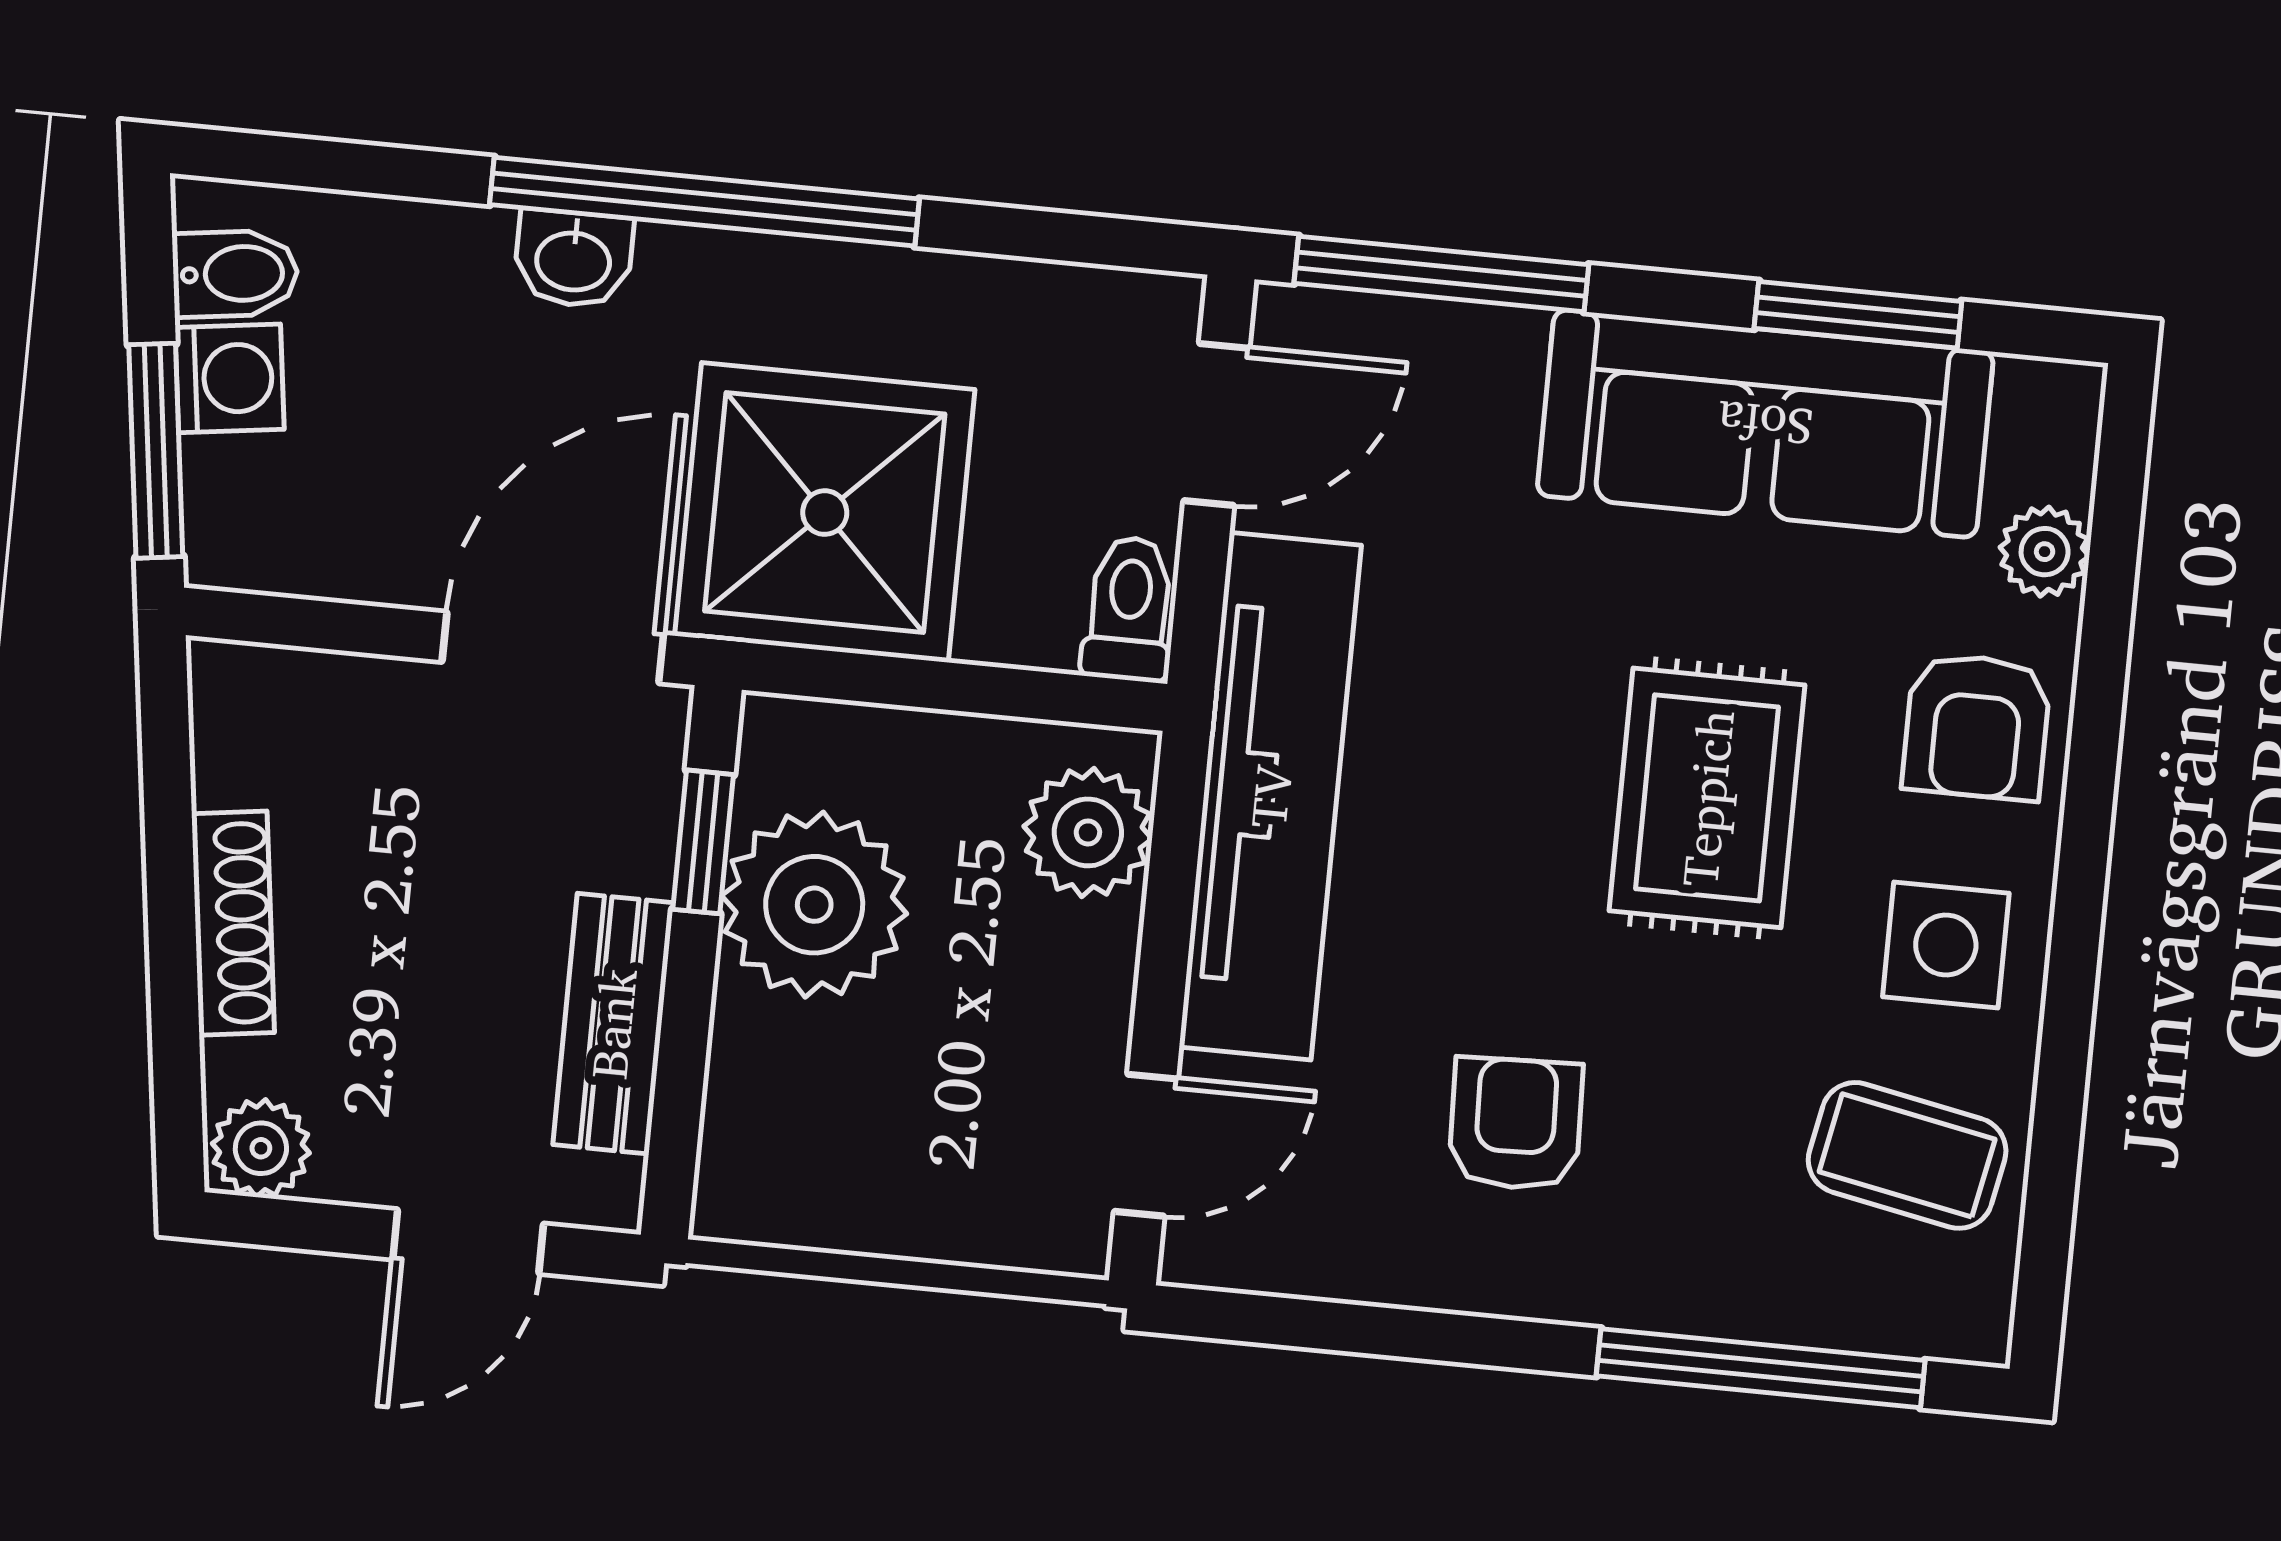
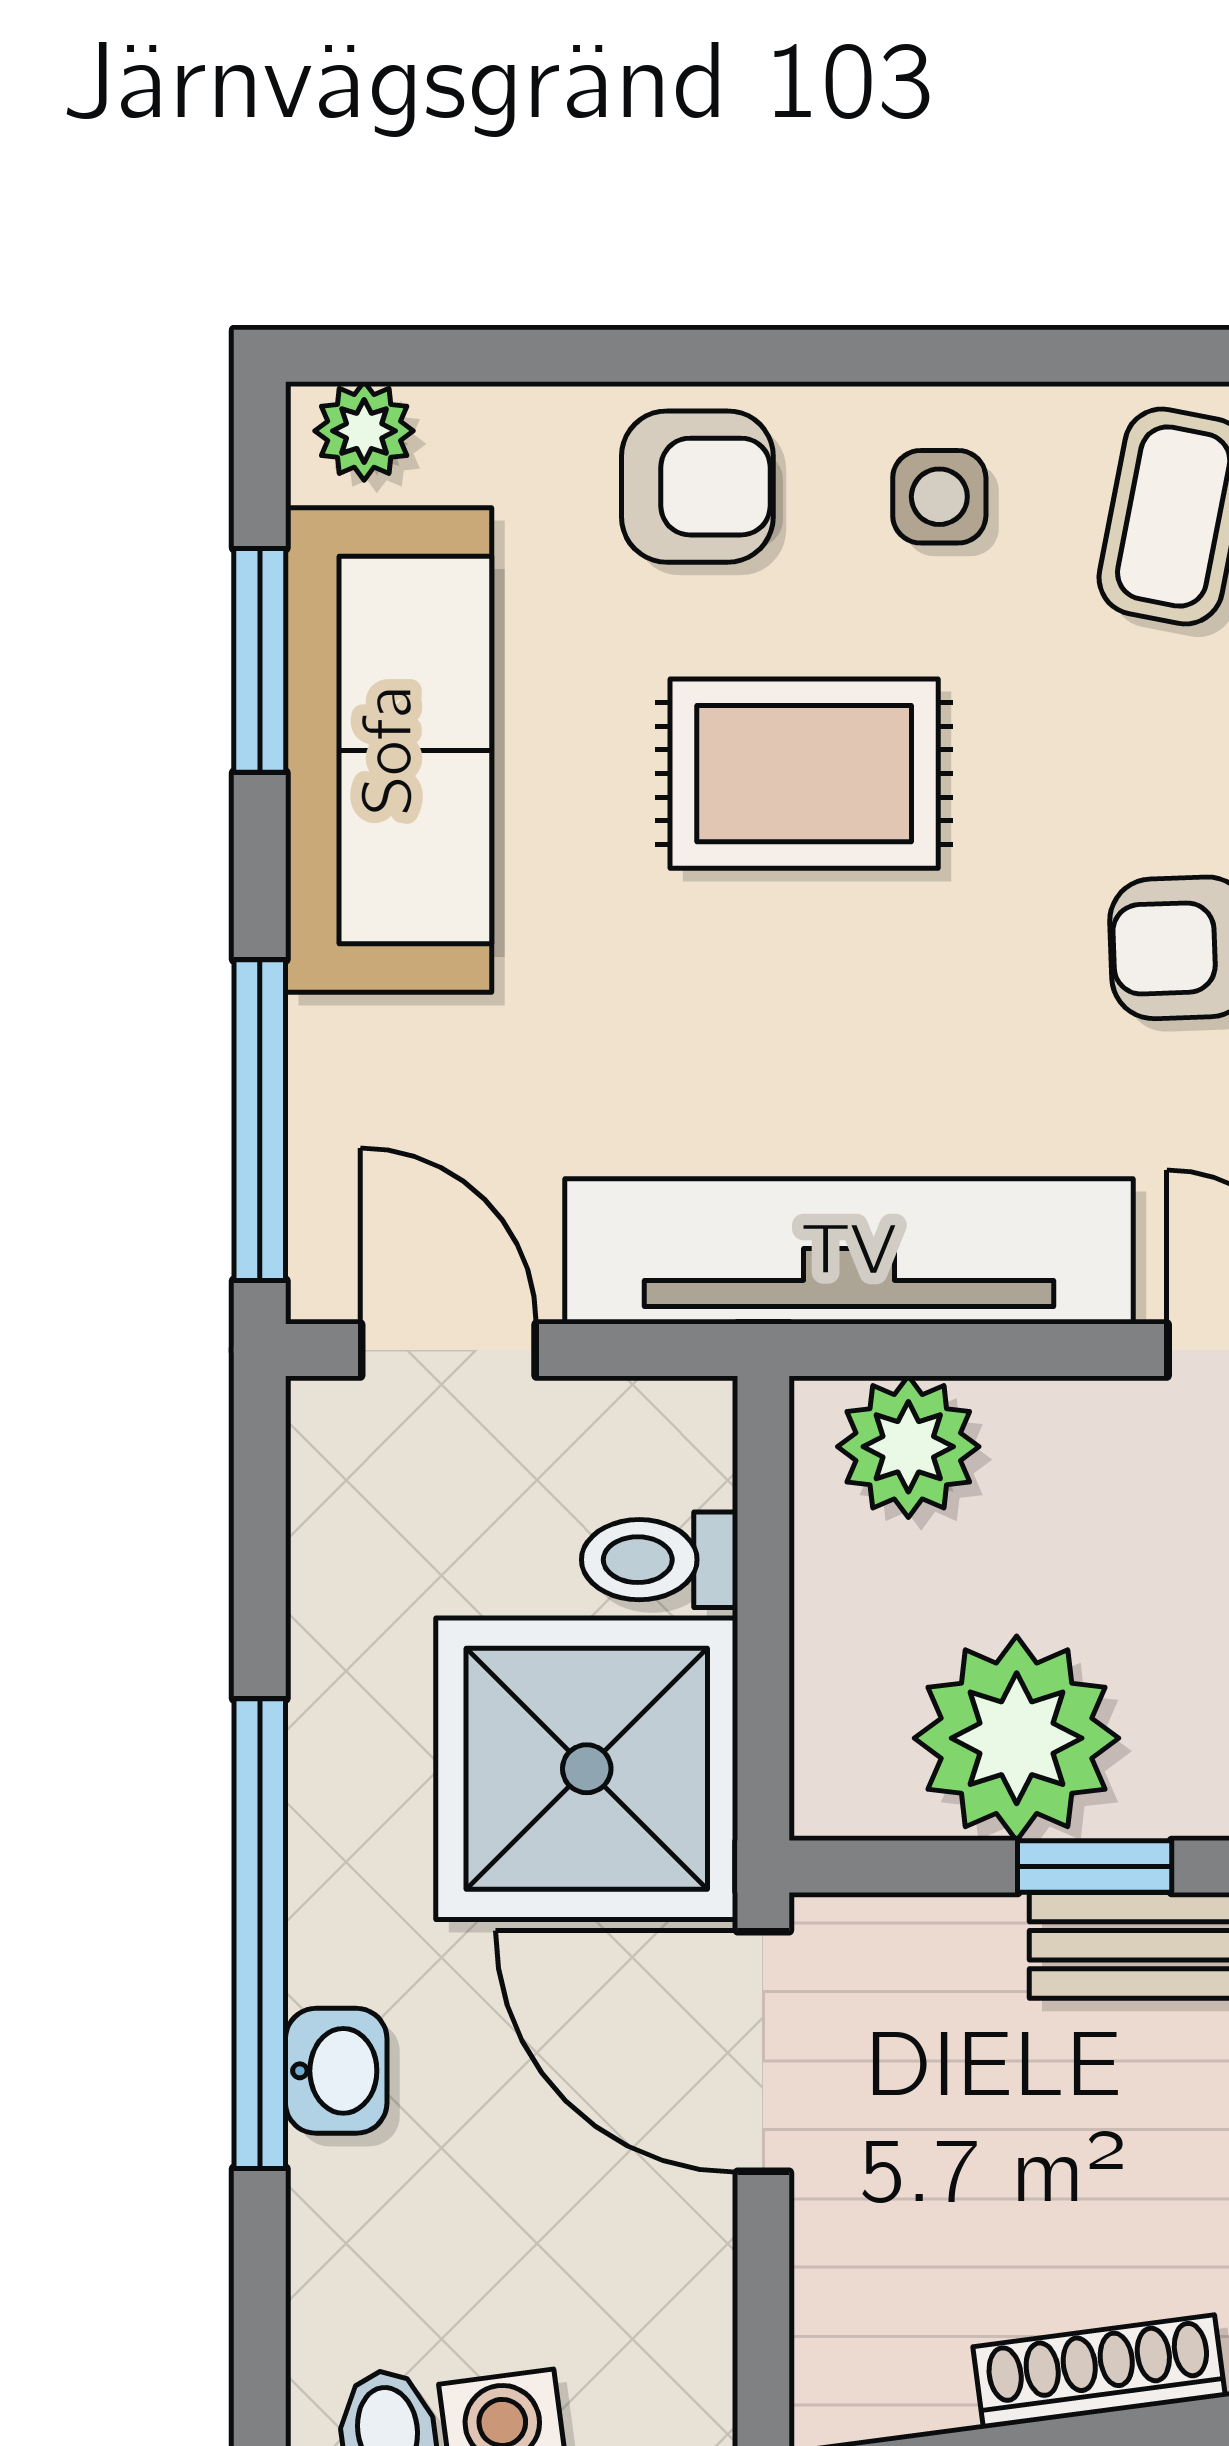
plant: (2045, 552) -> (364, 431), moved
toilet: (1129, 609) -> (660, 1560), moved
window: (703, 842) -> (1095, 1866), moved
side table: (1946, 945) -> (939, 497), width x0.73, depth x0.73

